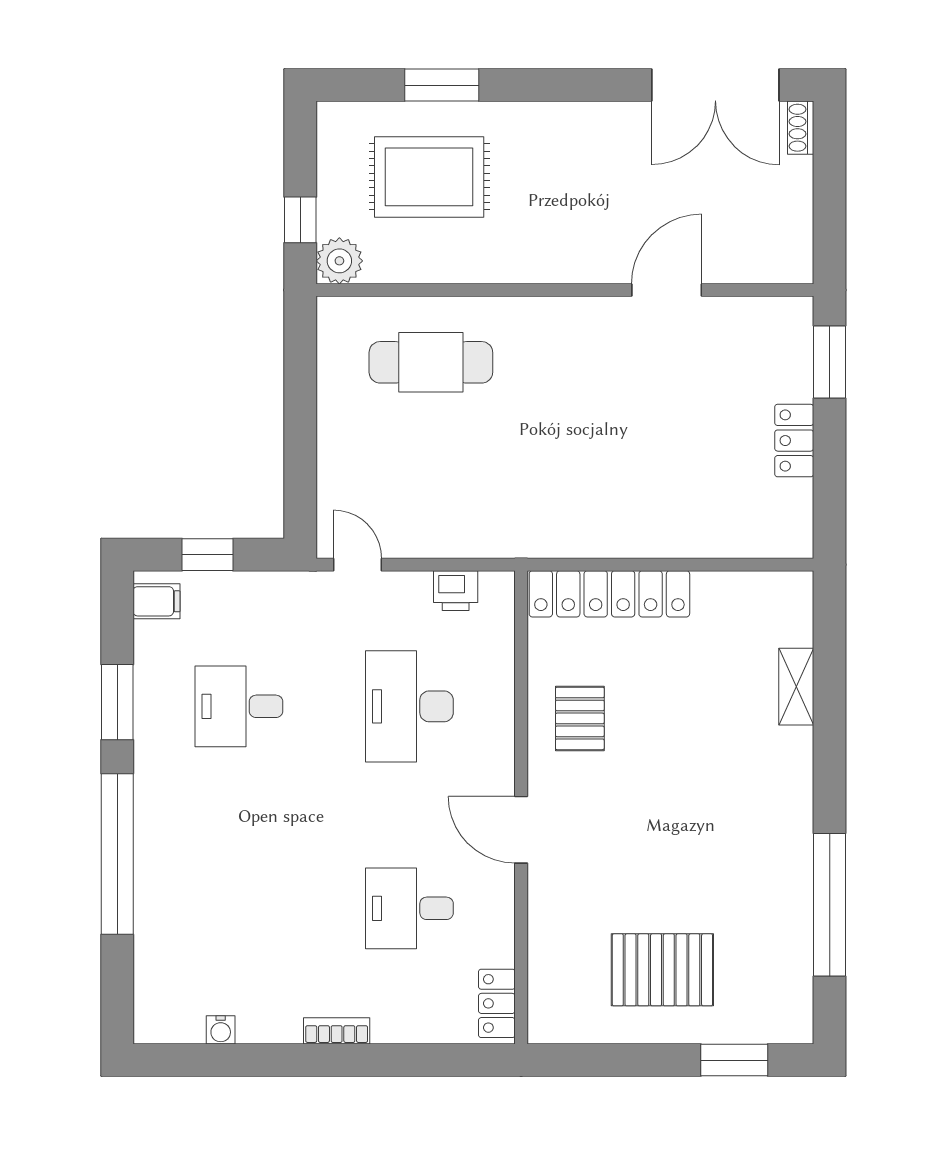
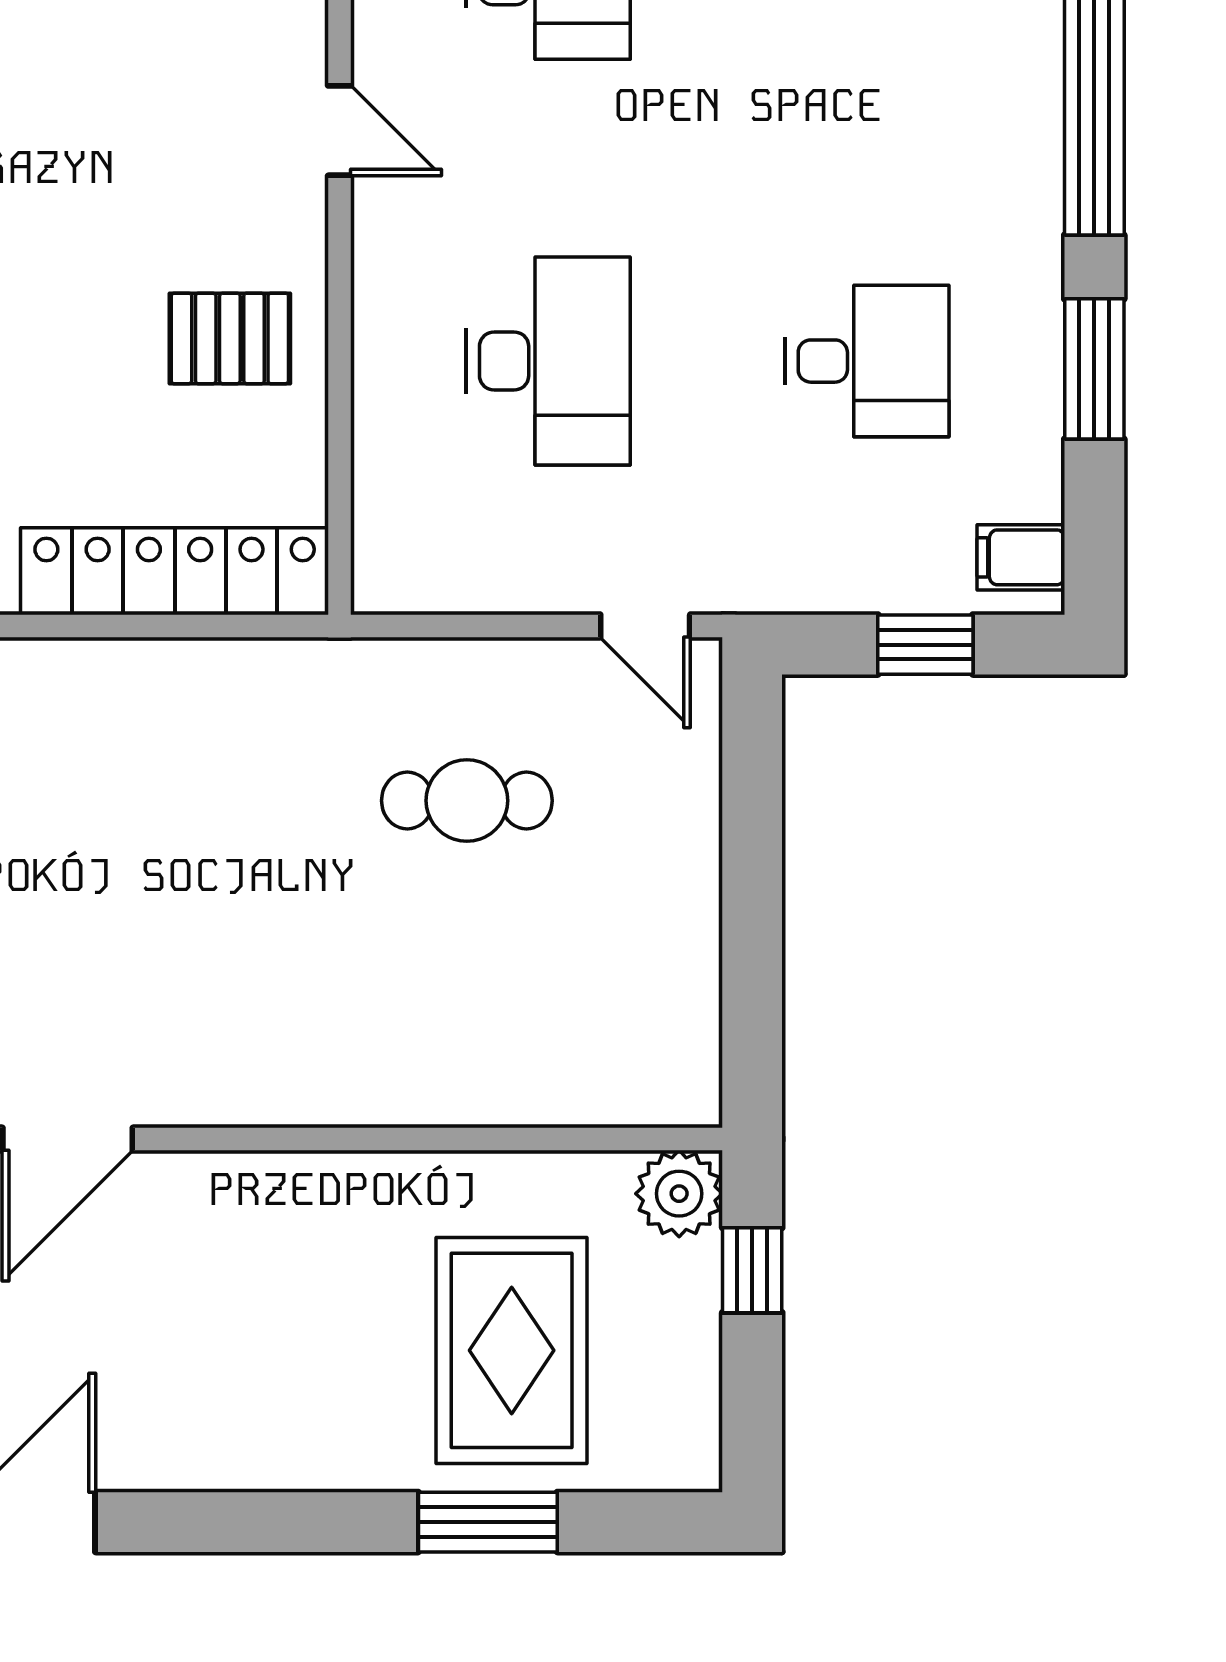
rug: (429, 177) -> (512, 1350), turned 90
cafe table: (431, 362) -> (467, 801), moved, width x0.73, depth x0.74
printer: (456, 591) -> (462, 577), removed
pallet: (580, 718) -> (230, 338), turned 90
door: (521, 830) -> (339, 131), width x0.73

